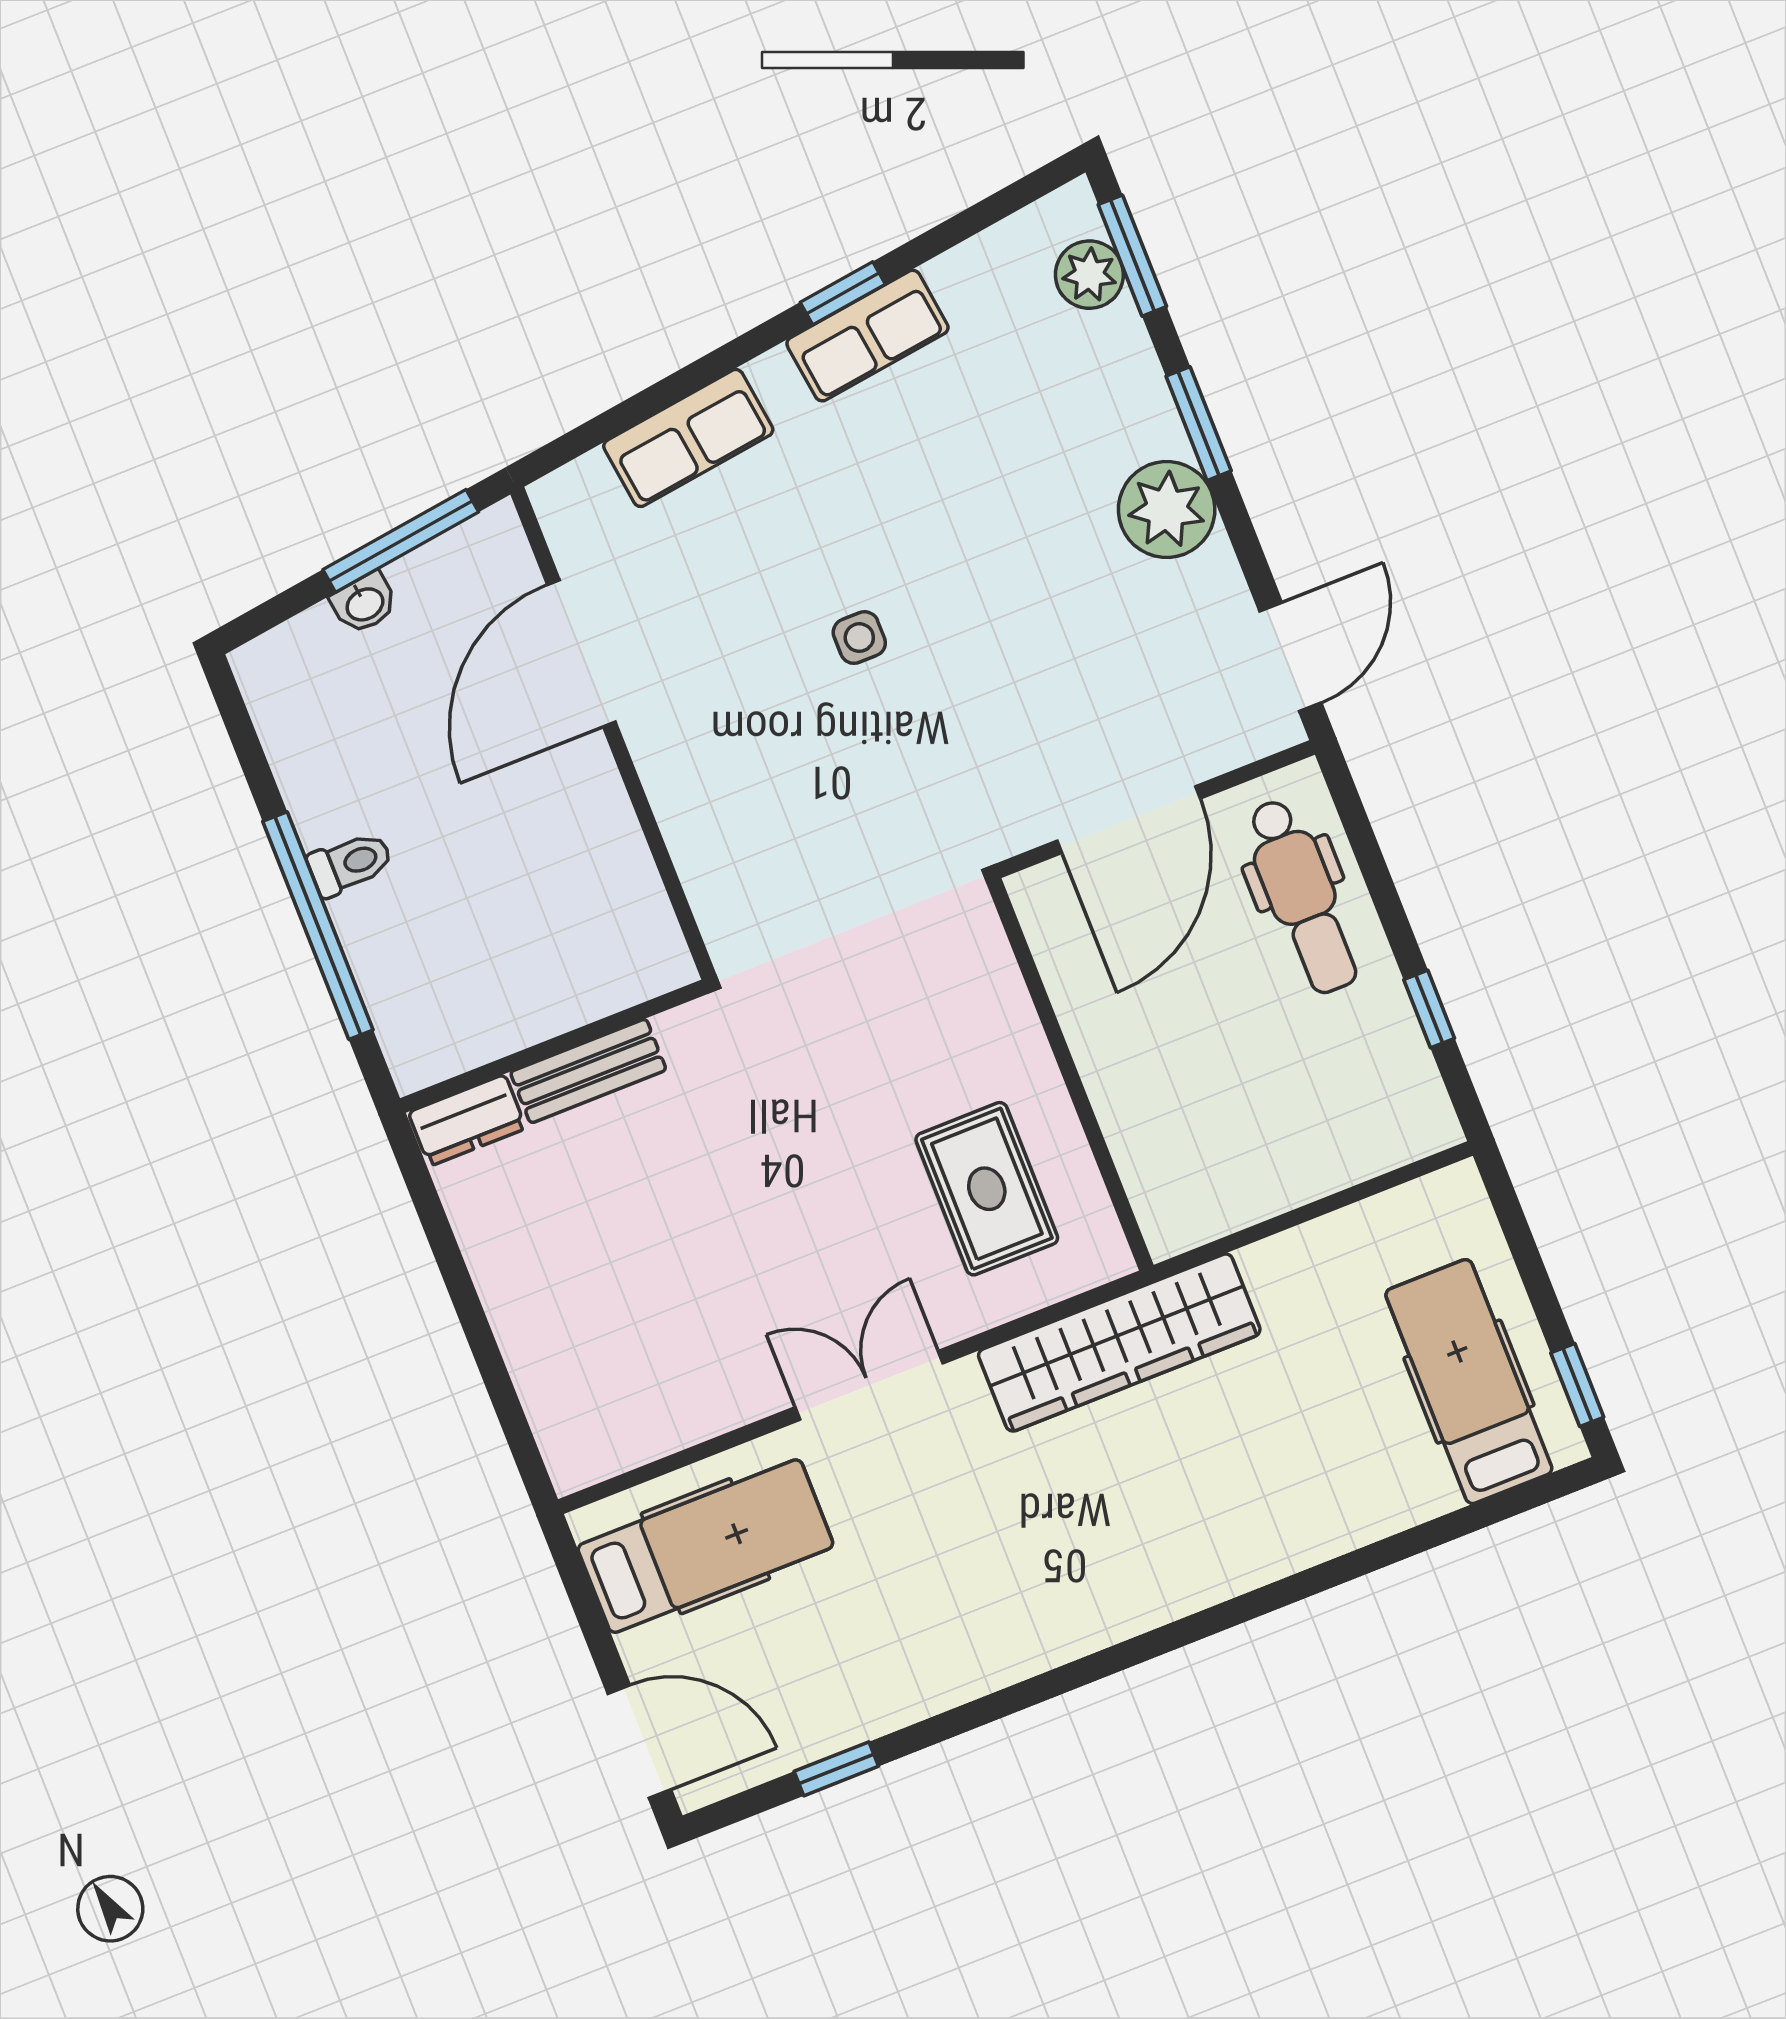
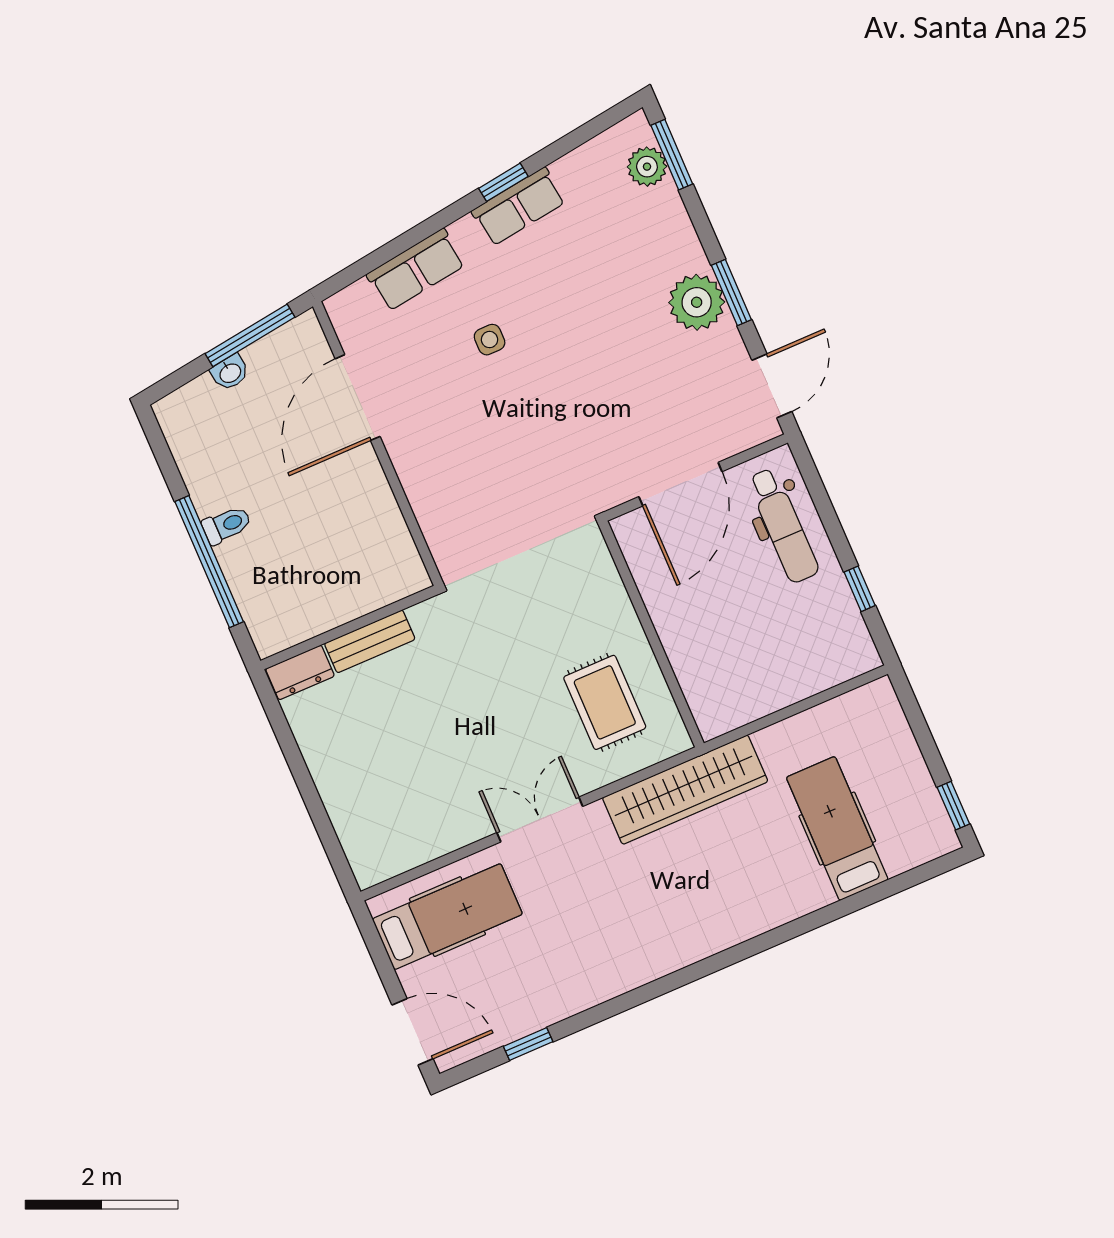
window: (1199, 424) -> (731, 293), moved
side table: (859, 638) -> (490, 340), moved
hospital bed: (1469, 1382) -> (837, 829), moved

